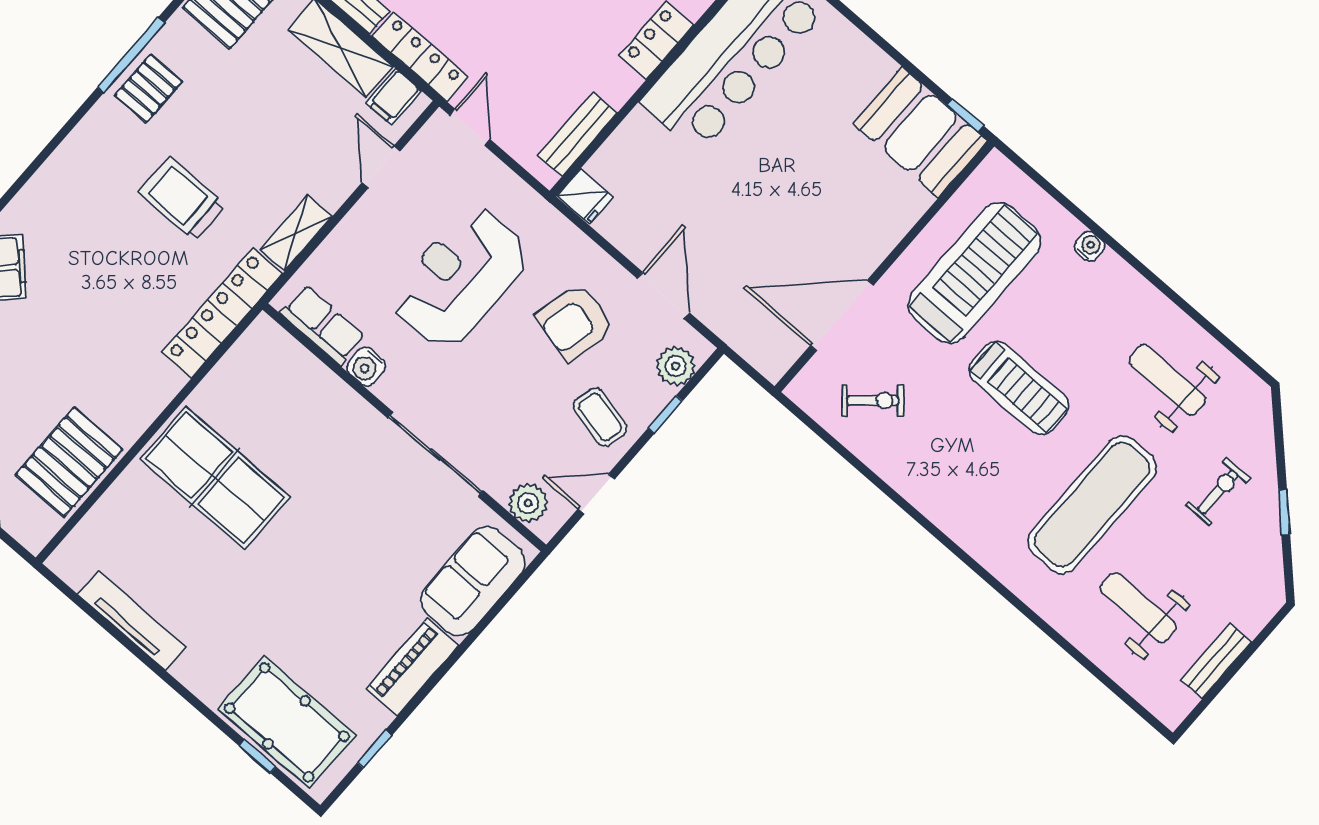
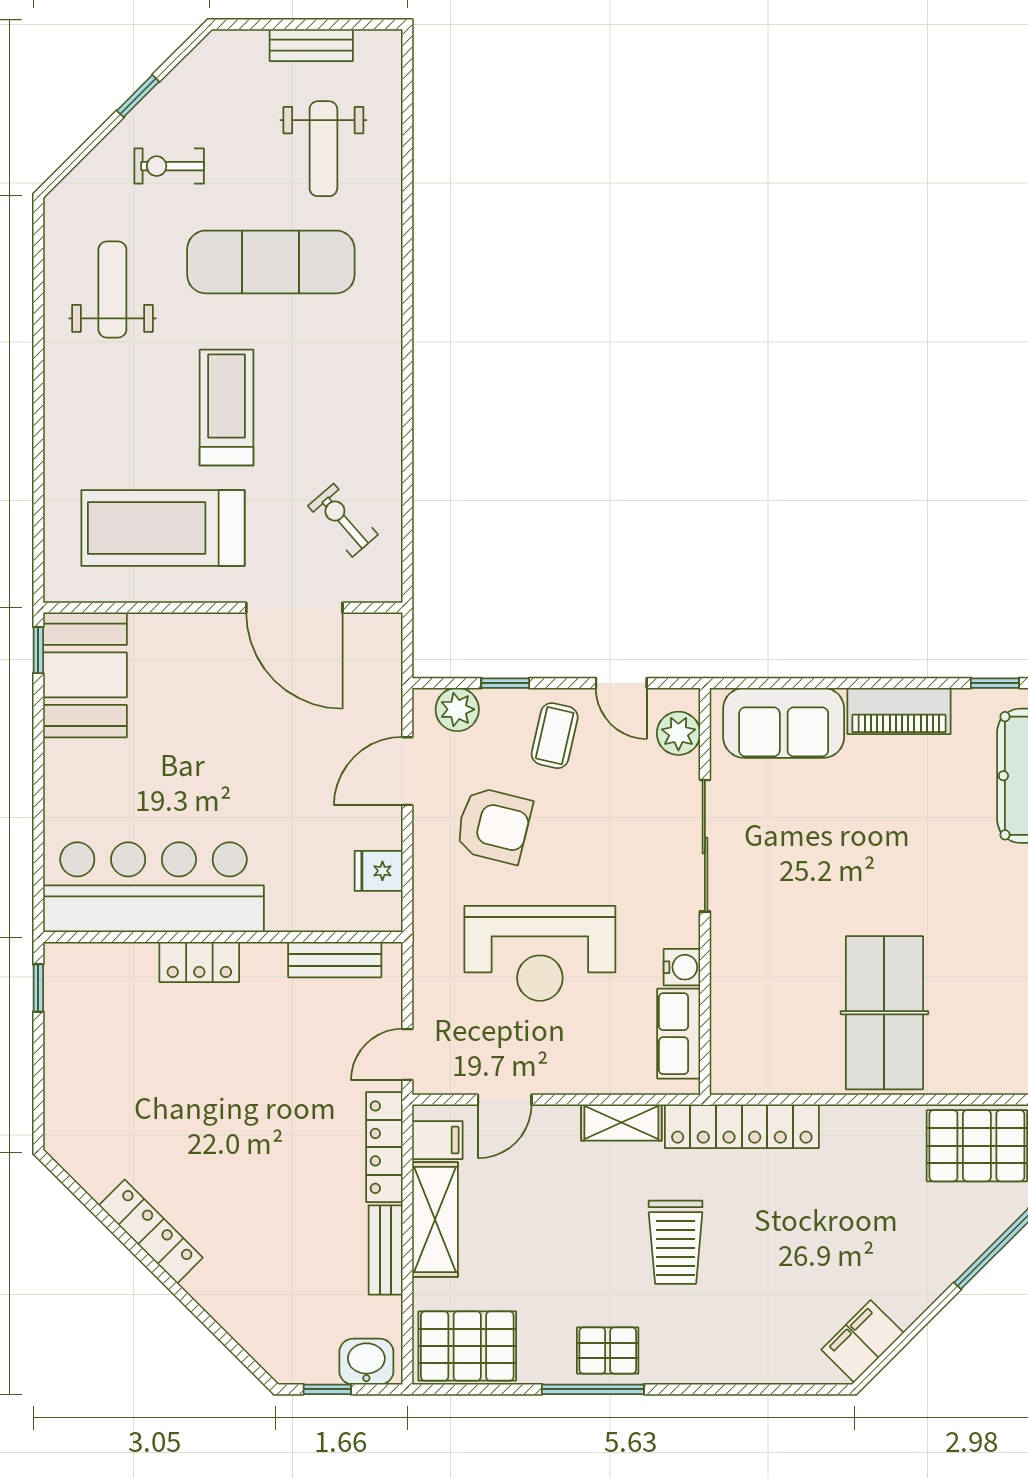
fridge: (585, 196) -> (379, 871), moved, turned -90
water cooler: (1090, 246) -> (57, 451), removed
weight bench: (1167, 380) -> (112, 290), turned 180

